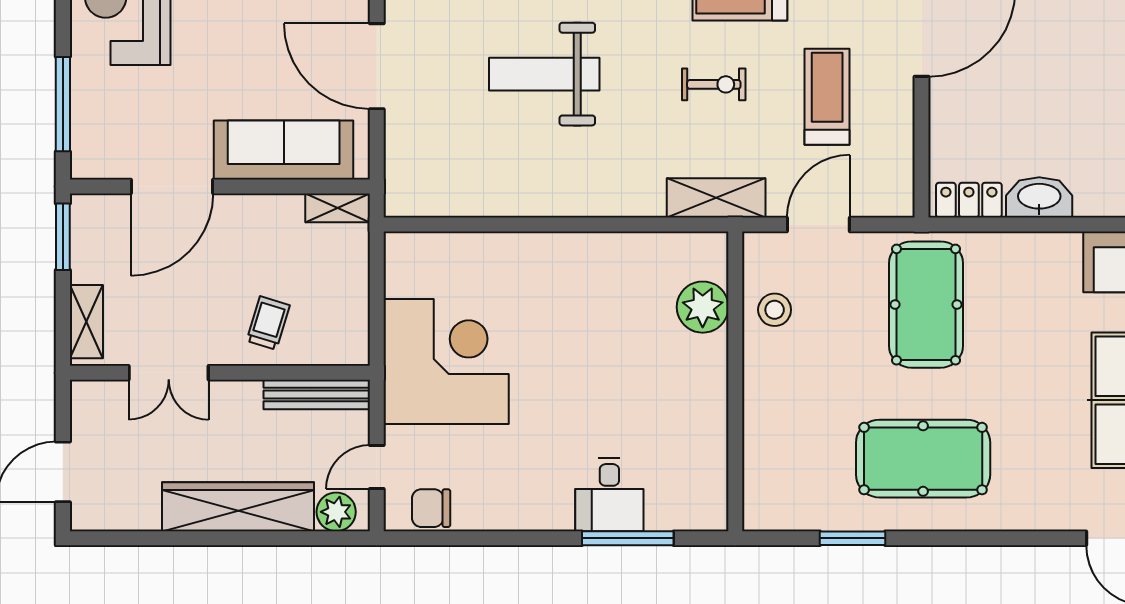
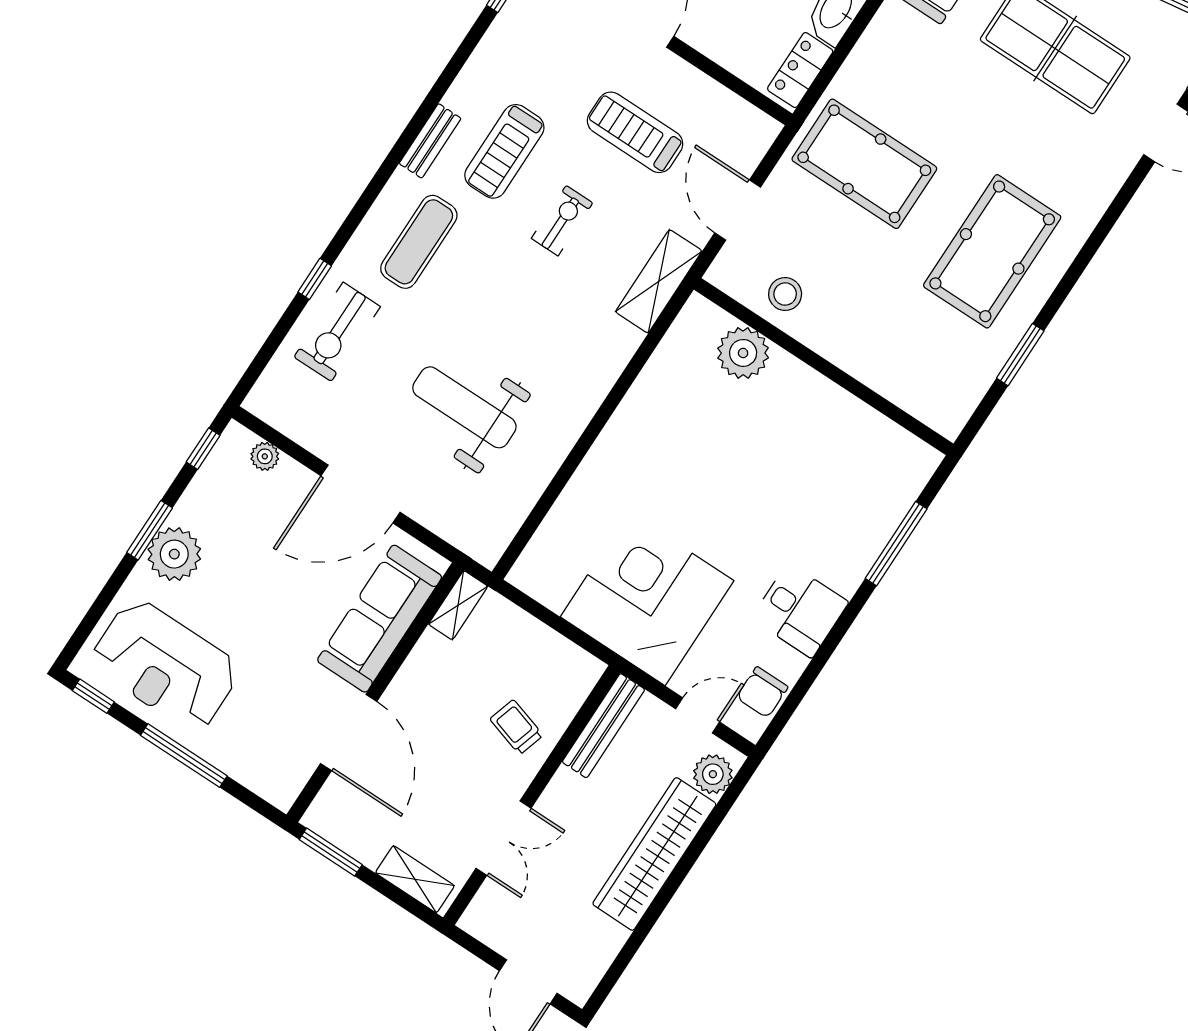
weight bench: (544, 74) -> (464, 407), moved, turned 90
window: (63, 104) -> (184, 756), moved
door: (377, 467) -> (698, 715), swing flipped
desk: (609, 495) -> (800, 610), moved

